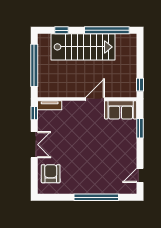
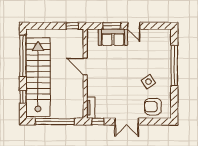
stairs: (83, 47) -> (38, 77), width x1.36
sofa: (121, 110) -> (113, 37), moved, turned 90
double door: (34, 145) -> (127, 122), swing flipped
side table: (78, 169) -> (148, 82), added
door: (140, 175) -> (134, 26), moved

